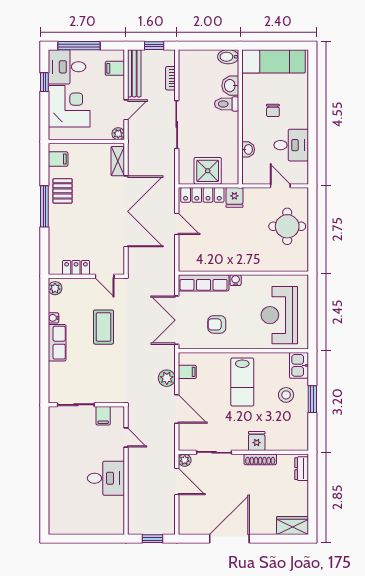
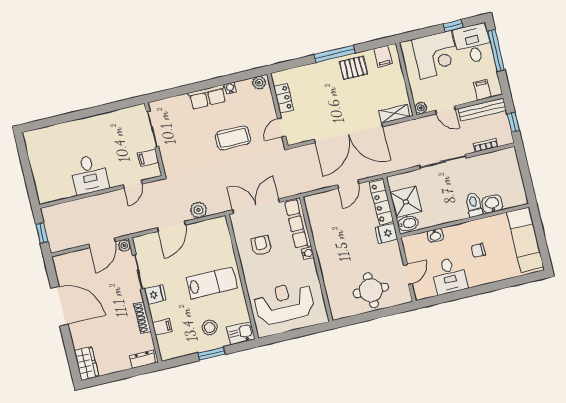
bidet: (228, 57) -> (408, 223), moved, turned 90
filing cabinet: (187, 372) -> (162, 327), moved, turned -90
lab bench: (242, 382) -> (212, 283), turned 180
fridge: (257, 441) -> (155, 294), moved

